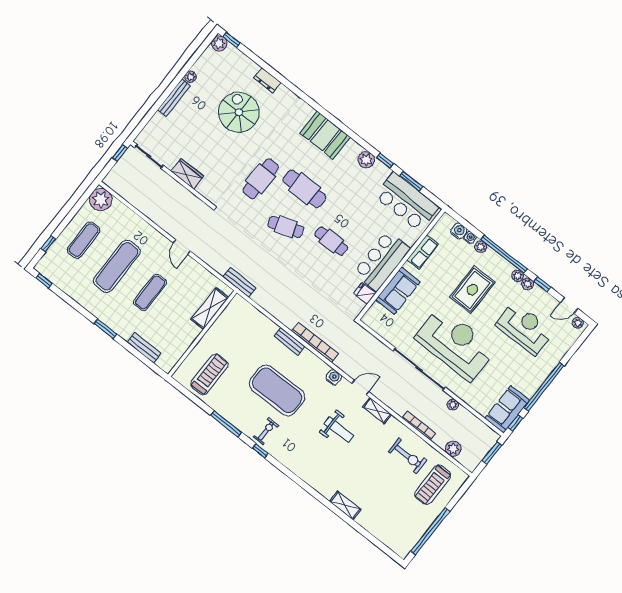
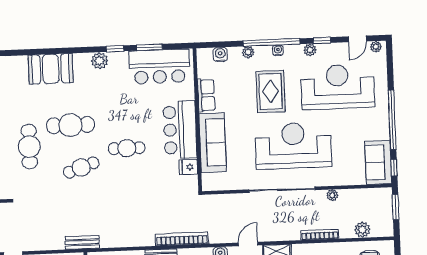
water cooler: (470, 238) -> (278, 50), moved
plant: (518, 276) -> (297, 50), removed
sofa: (398, 291) -> (213, 143), width x1.36
reception desk: (525, 328) -> (338, 87), width x1.36, depth x1.30

